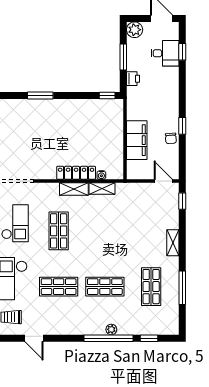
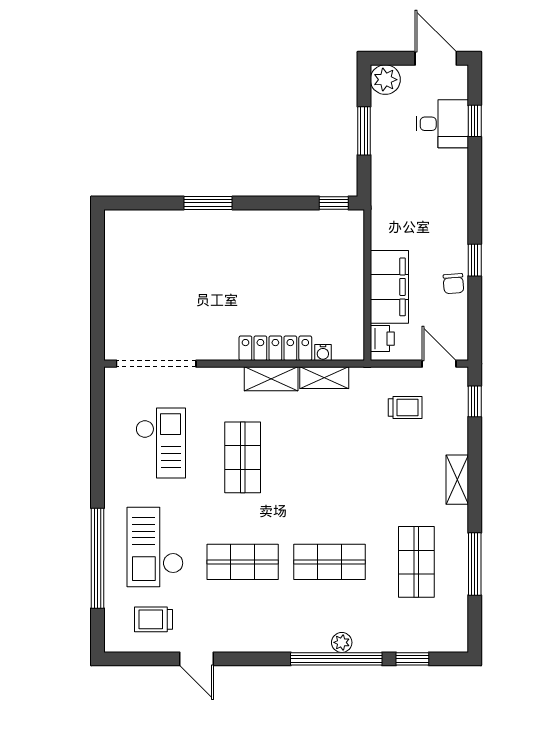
printer: (133, 79) -> (382, 339), moved
trolley: (145, 204) -> (405, 407), added

